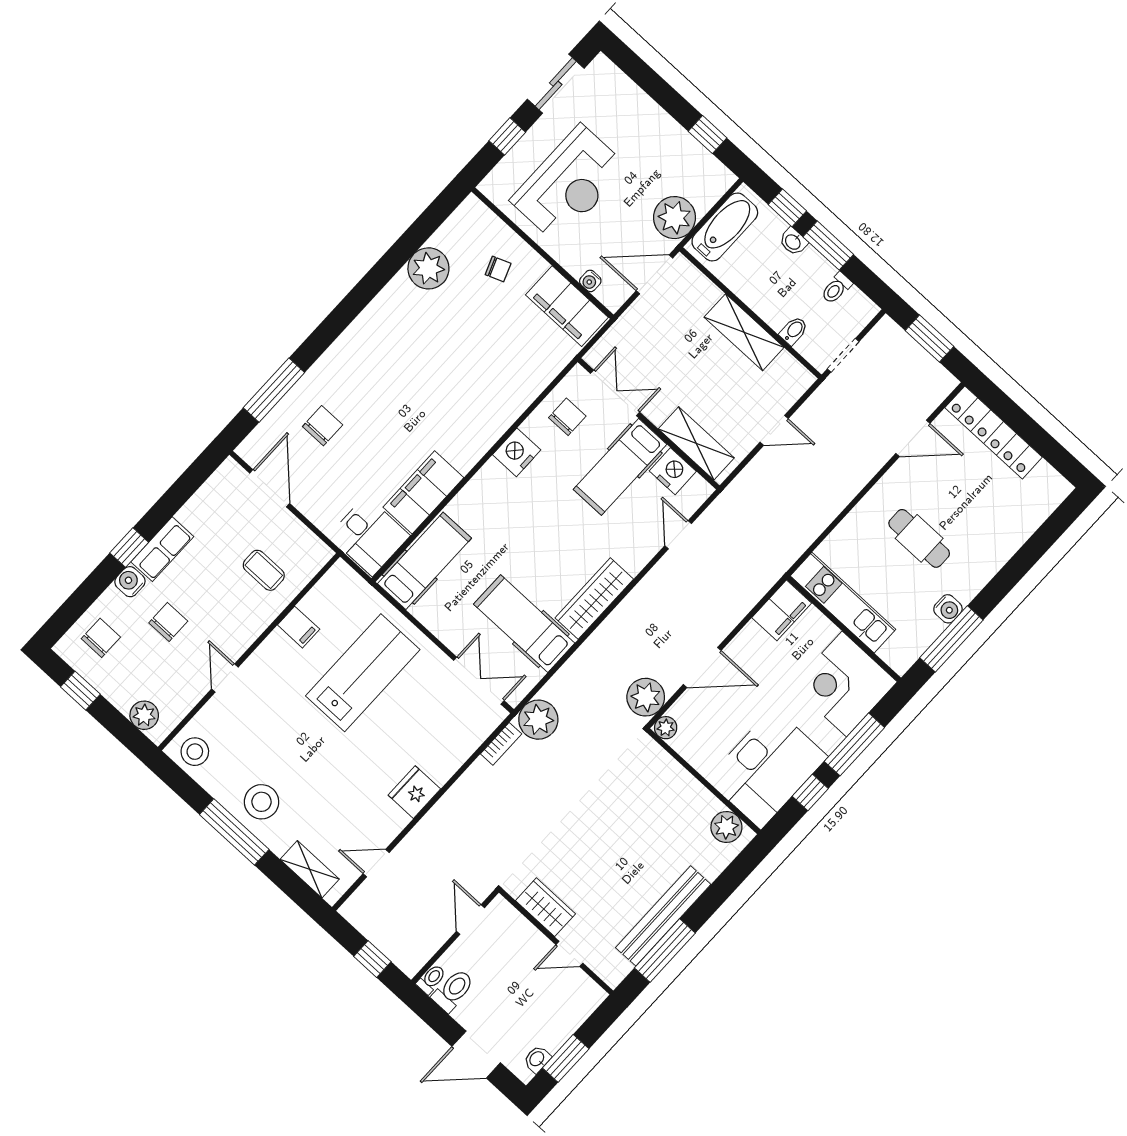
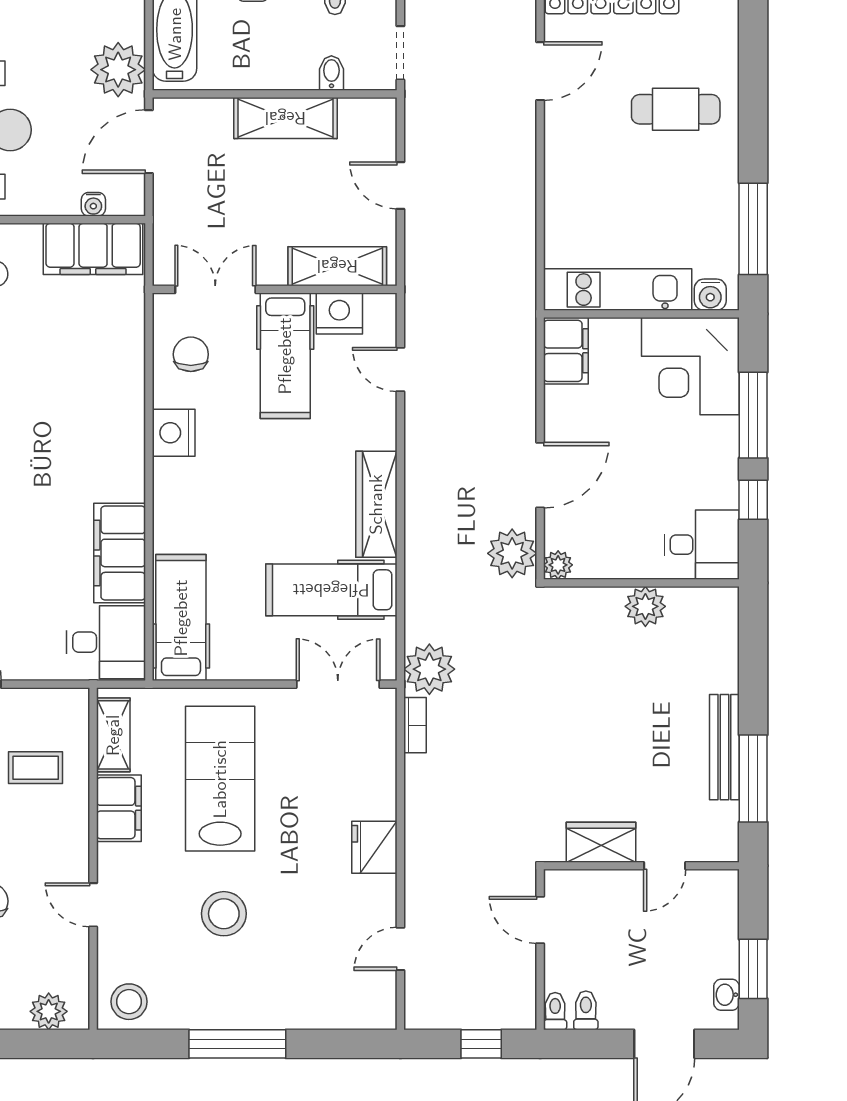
door: (774, 430) -> (400, 186), swing flipped
cafe table: (919, 538) -> (676, 109), moved
water cooler: (948, 609) -> (710, 295), moved, turned 90
filing cabinet: (299, 627) -> (119, 808), width x2.00
desk: (767, 768) -> (702, 545), width x0.53, depth x0.77
stool: (262, 802) -> (224, 914), moved
plant: (726, 827) -> (645, 606), moved
shelving: (310, 869) -> (113, 735), moved, turned 90
bench: (663, 916) -> (724, 747), width x0.73, depth x0.82
toilet: (453, 990) -> (586, 1010), width x0.73, depth x0.72

